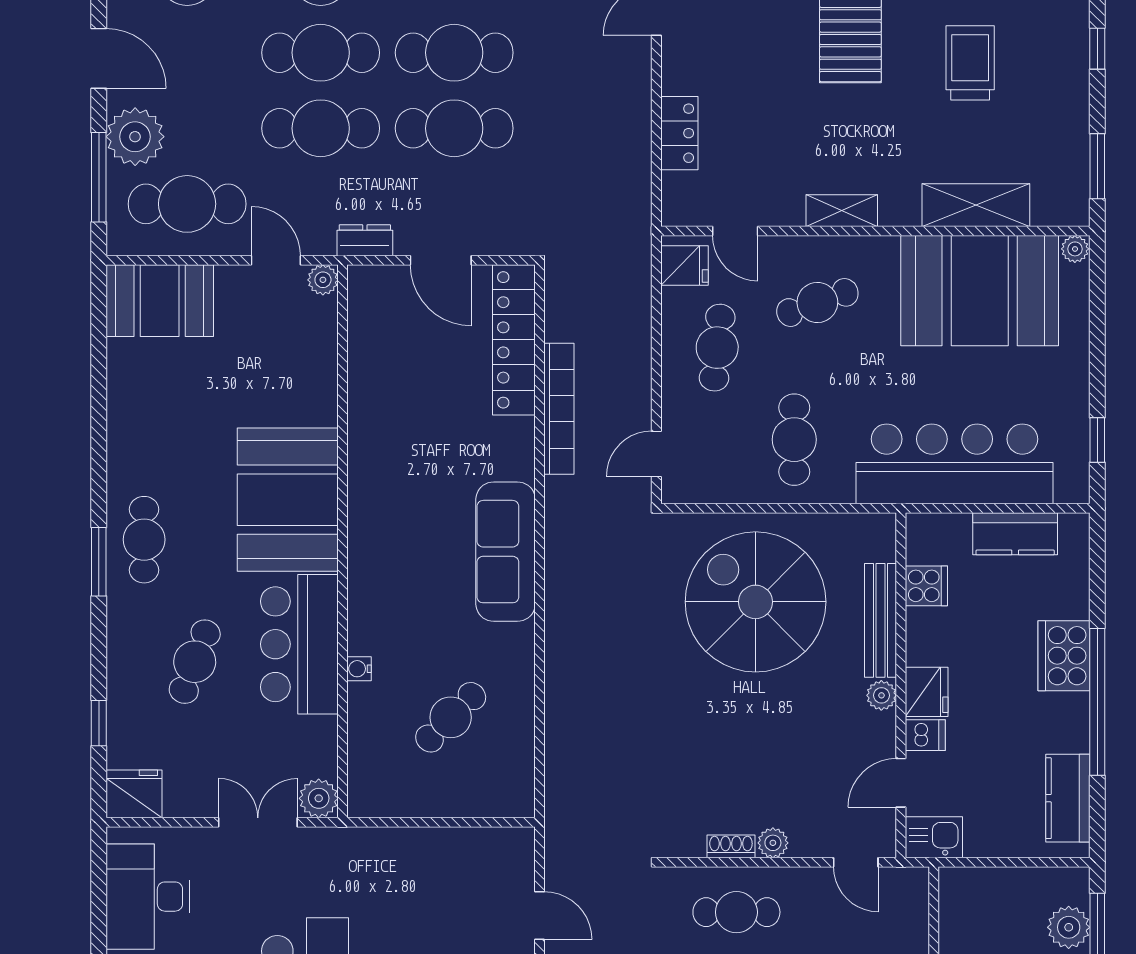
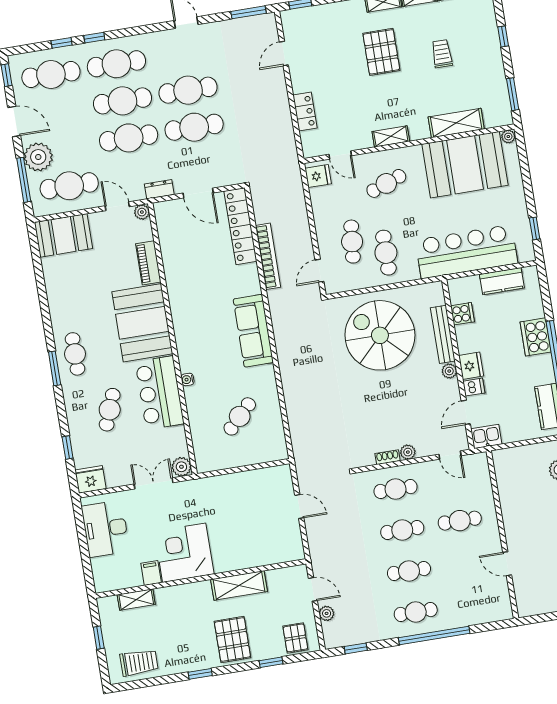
trolley: (970, 63) -> (442, 54), width x0.73, depth x0.72
cafe table: (717, 348) -> (352, 242), moved
piano: (319, 383) -> (148, 263), added
water cooler: (359, 669) -> (187, 379), moved

